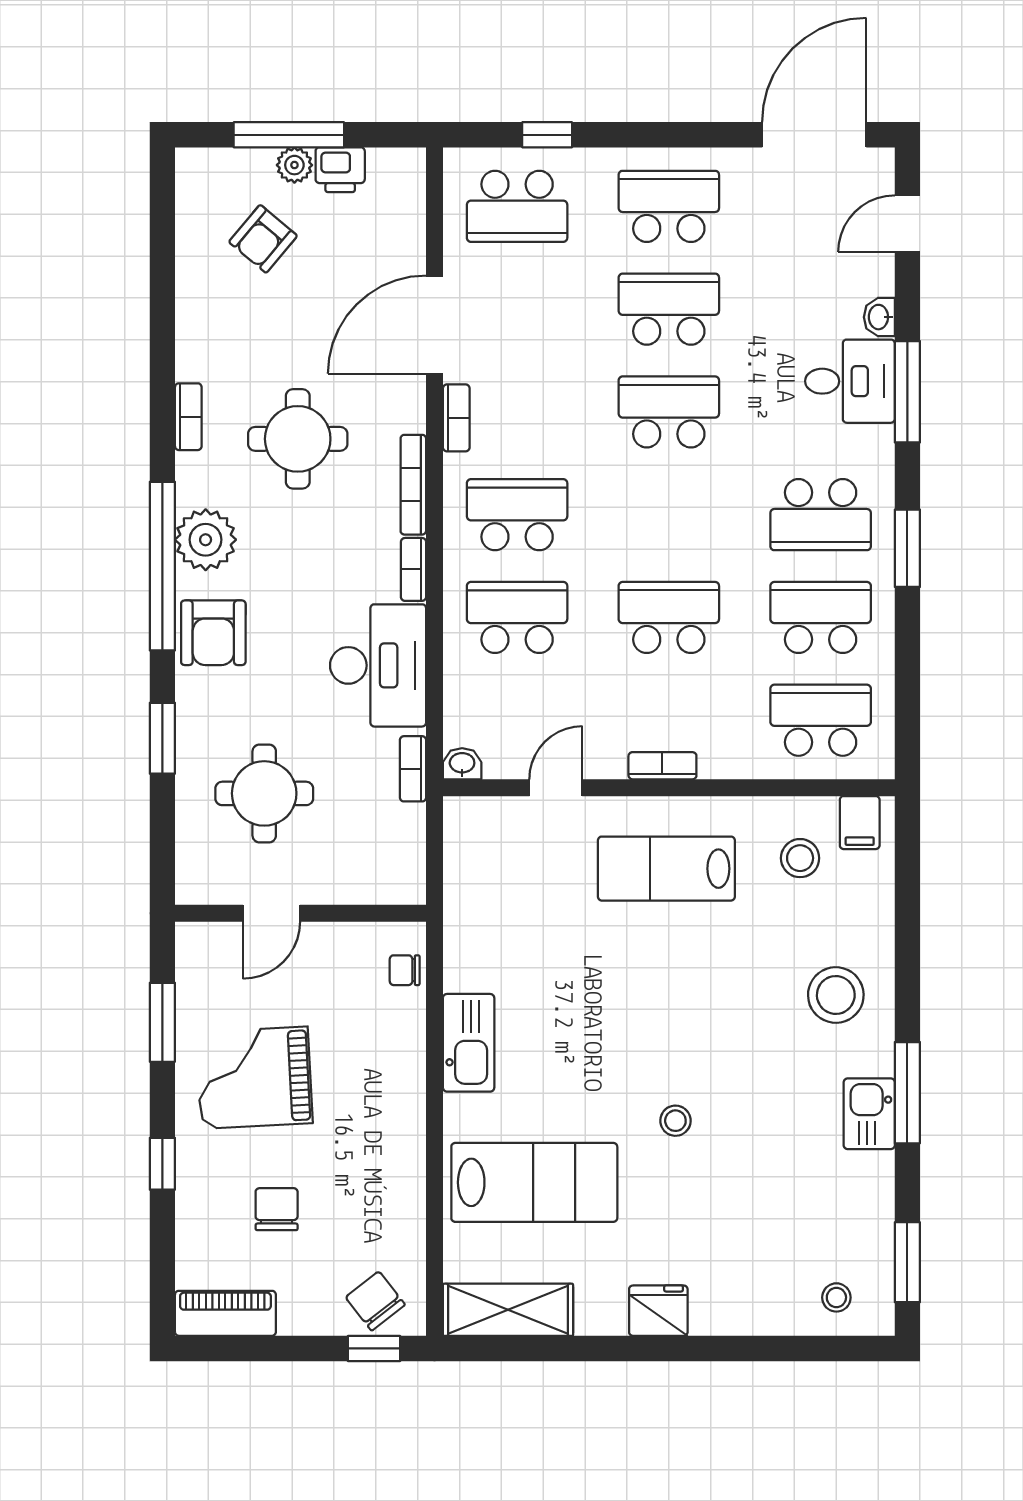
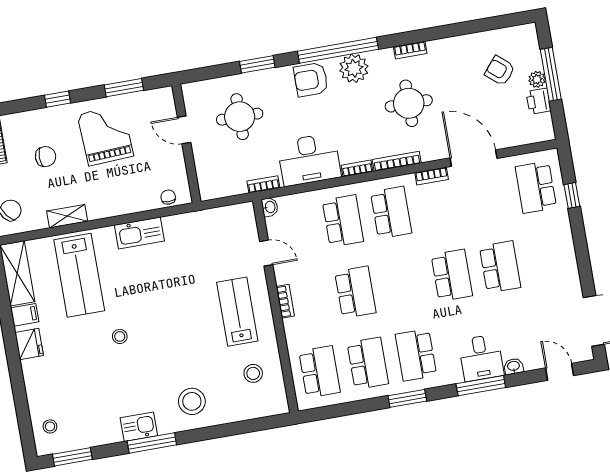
school desk: (669, 206) -> (548, 258), removed
filing cabinet: (860, 823) -> (25, 315), moved, turned 180
shelving: (408, 1186) -> (67, 216), added

